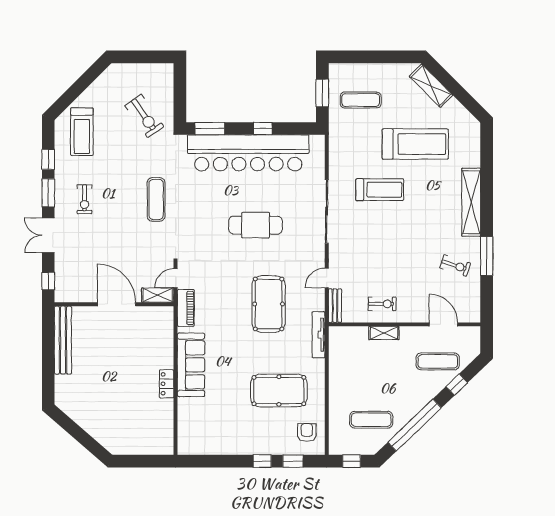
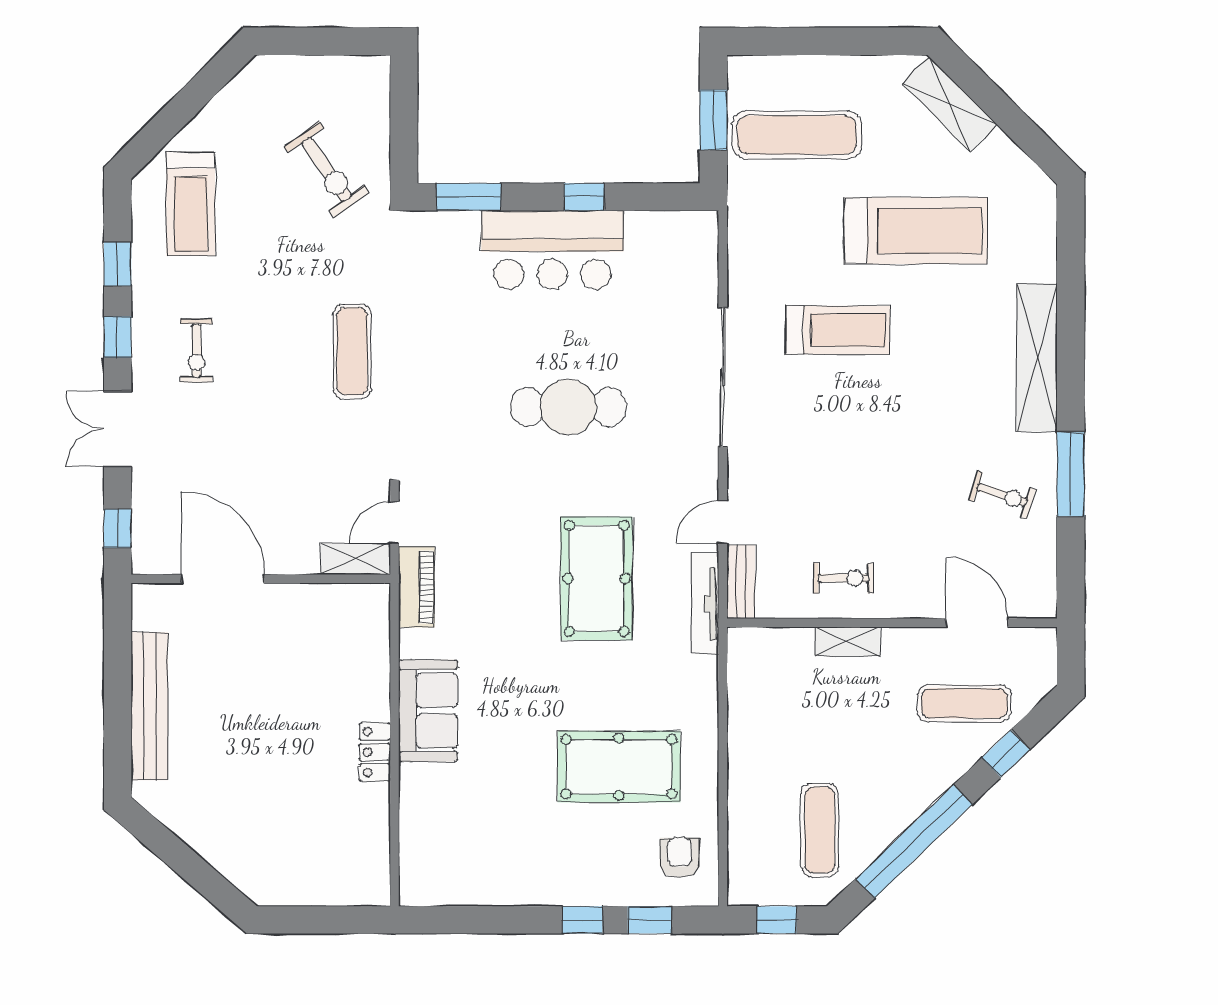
exercise mat: (361, 100) -> (797, 135), width x1.36, depth x1.45
bar counter: (248, 153) -> (552, 250), width x0.54
window: (48, 193) -> (118, 337), width x0.67
door: (117, 304) -> (223, 579), moved
tv unit: (318, 335) -> (705, 604), moved
bench: (63, 340) -> (150, 706), moved
sofa: (191, 365) -> (428, 711), width x0.73
exercise mat: (371, 420) -> (820, 830), turned 90

